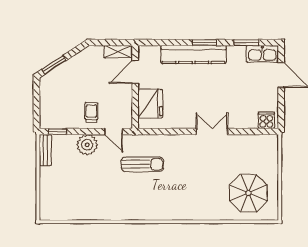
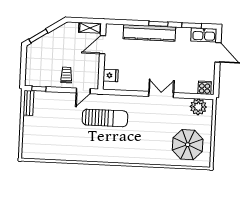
fridge: (150, 104) -> (111, 75), width x0.53, depth x0.75
door: (114, 131) -> (83, 91), hinge flipped
plant: (87, 145) -> (198, 107), moved
sun lounger: (143, 164) -> (105, 118), width x1.36, depth x1.34

